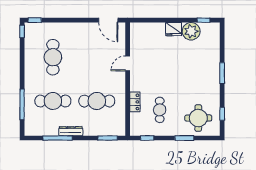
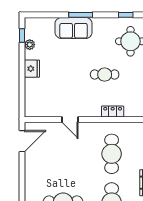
plant: (191, 31) -> (30, 45), width x0.53, depth x0.53
sofa: (210, 67) -> (74, 28), added
cafe table: (160, 110) -> (105, 75), moved

